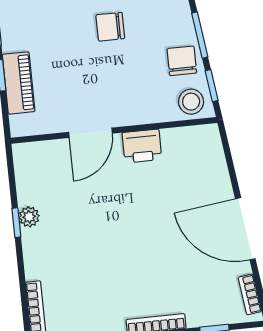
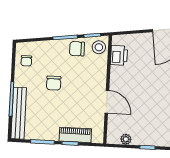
printer: (142, 146) -> (119, 55), moved
plant: (29, 217) -> (126, 139), moved

